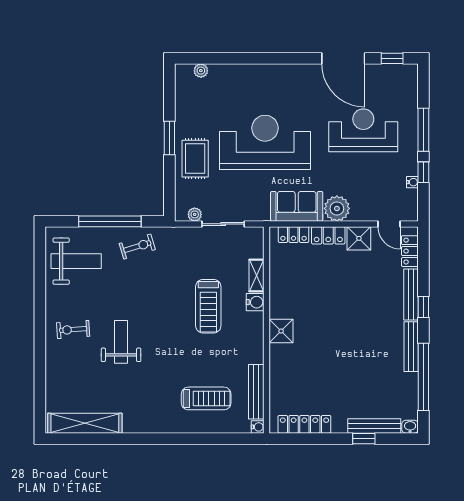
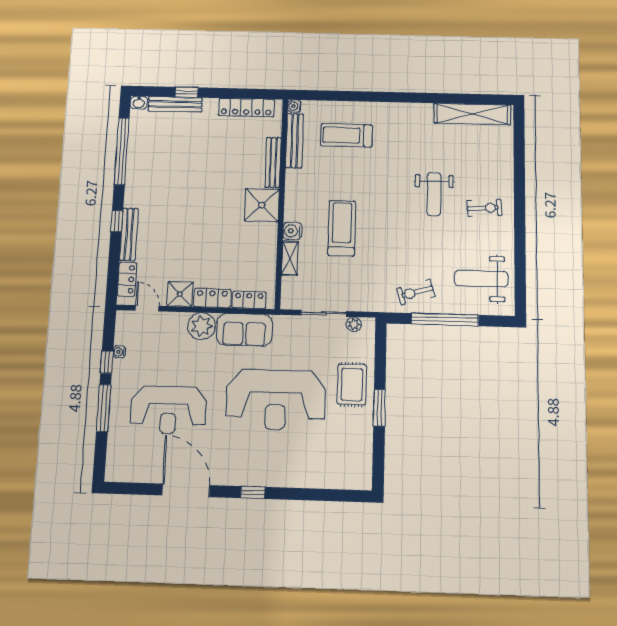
window: (392, 58) -> (253, 493), moved
plant: (201, 71) -> (343, 482), removed
shower: (281, 331) -> (262, 205), width x1.36, depth x1.36
bench: (411, 347) -> (273, 162), moved

